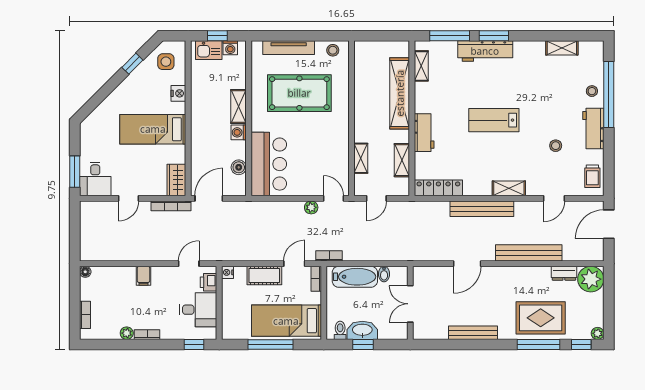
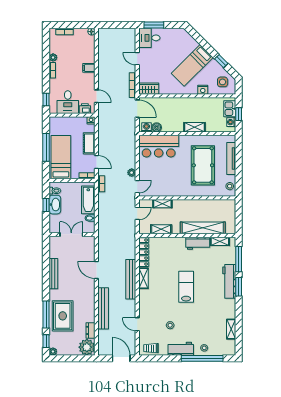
bed: (153, 129) -> (192, 65), moved, turned -135
washing machine: (239, 132) -> (146, 127), moved
workbench: (424, 133) -> (198, 243), moved
shelving: (509, 188) -> (143, 278), moved
door: (376, 198) -> (137, 213), swing flipped

